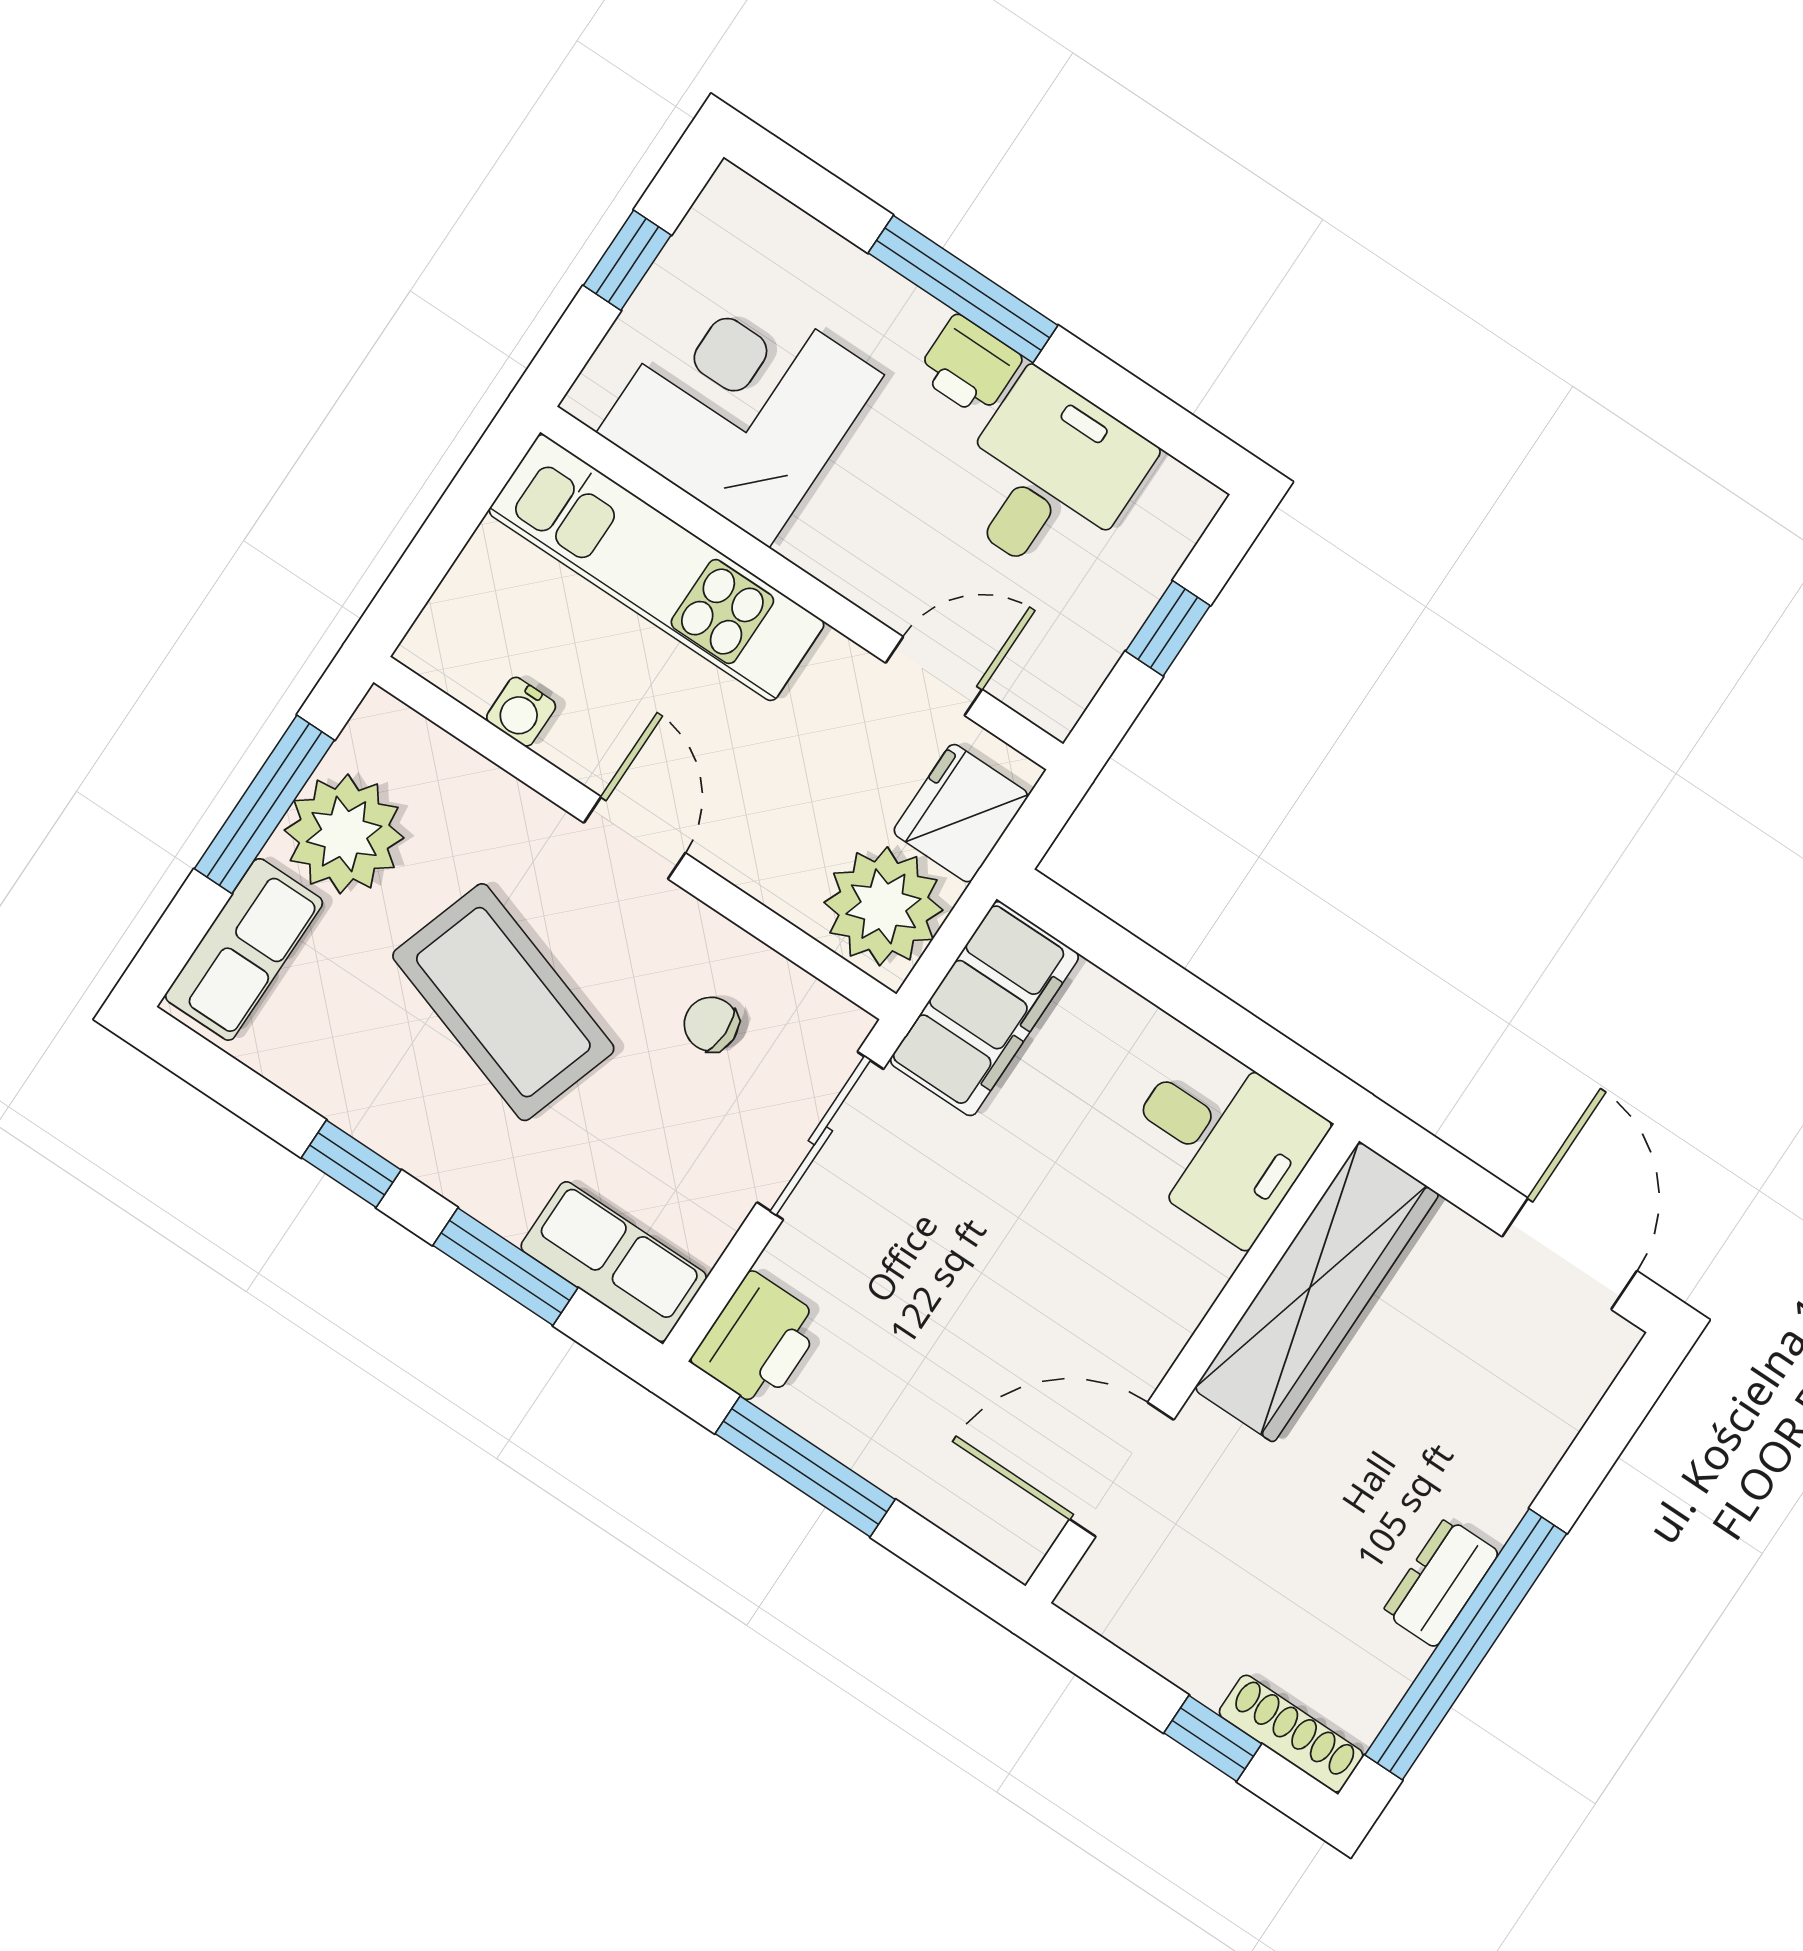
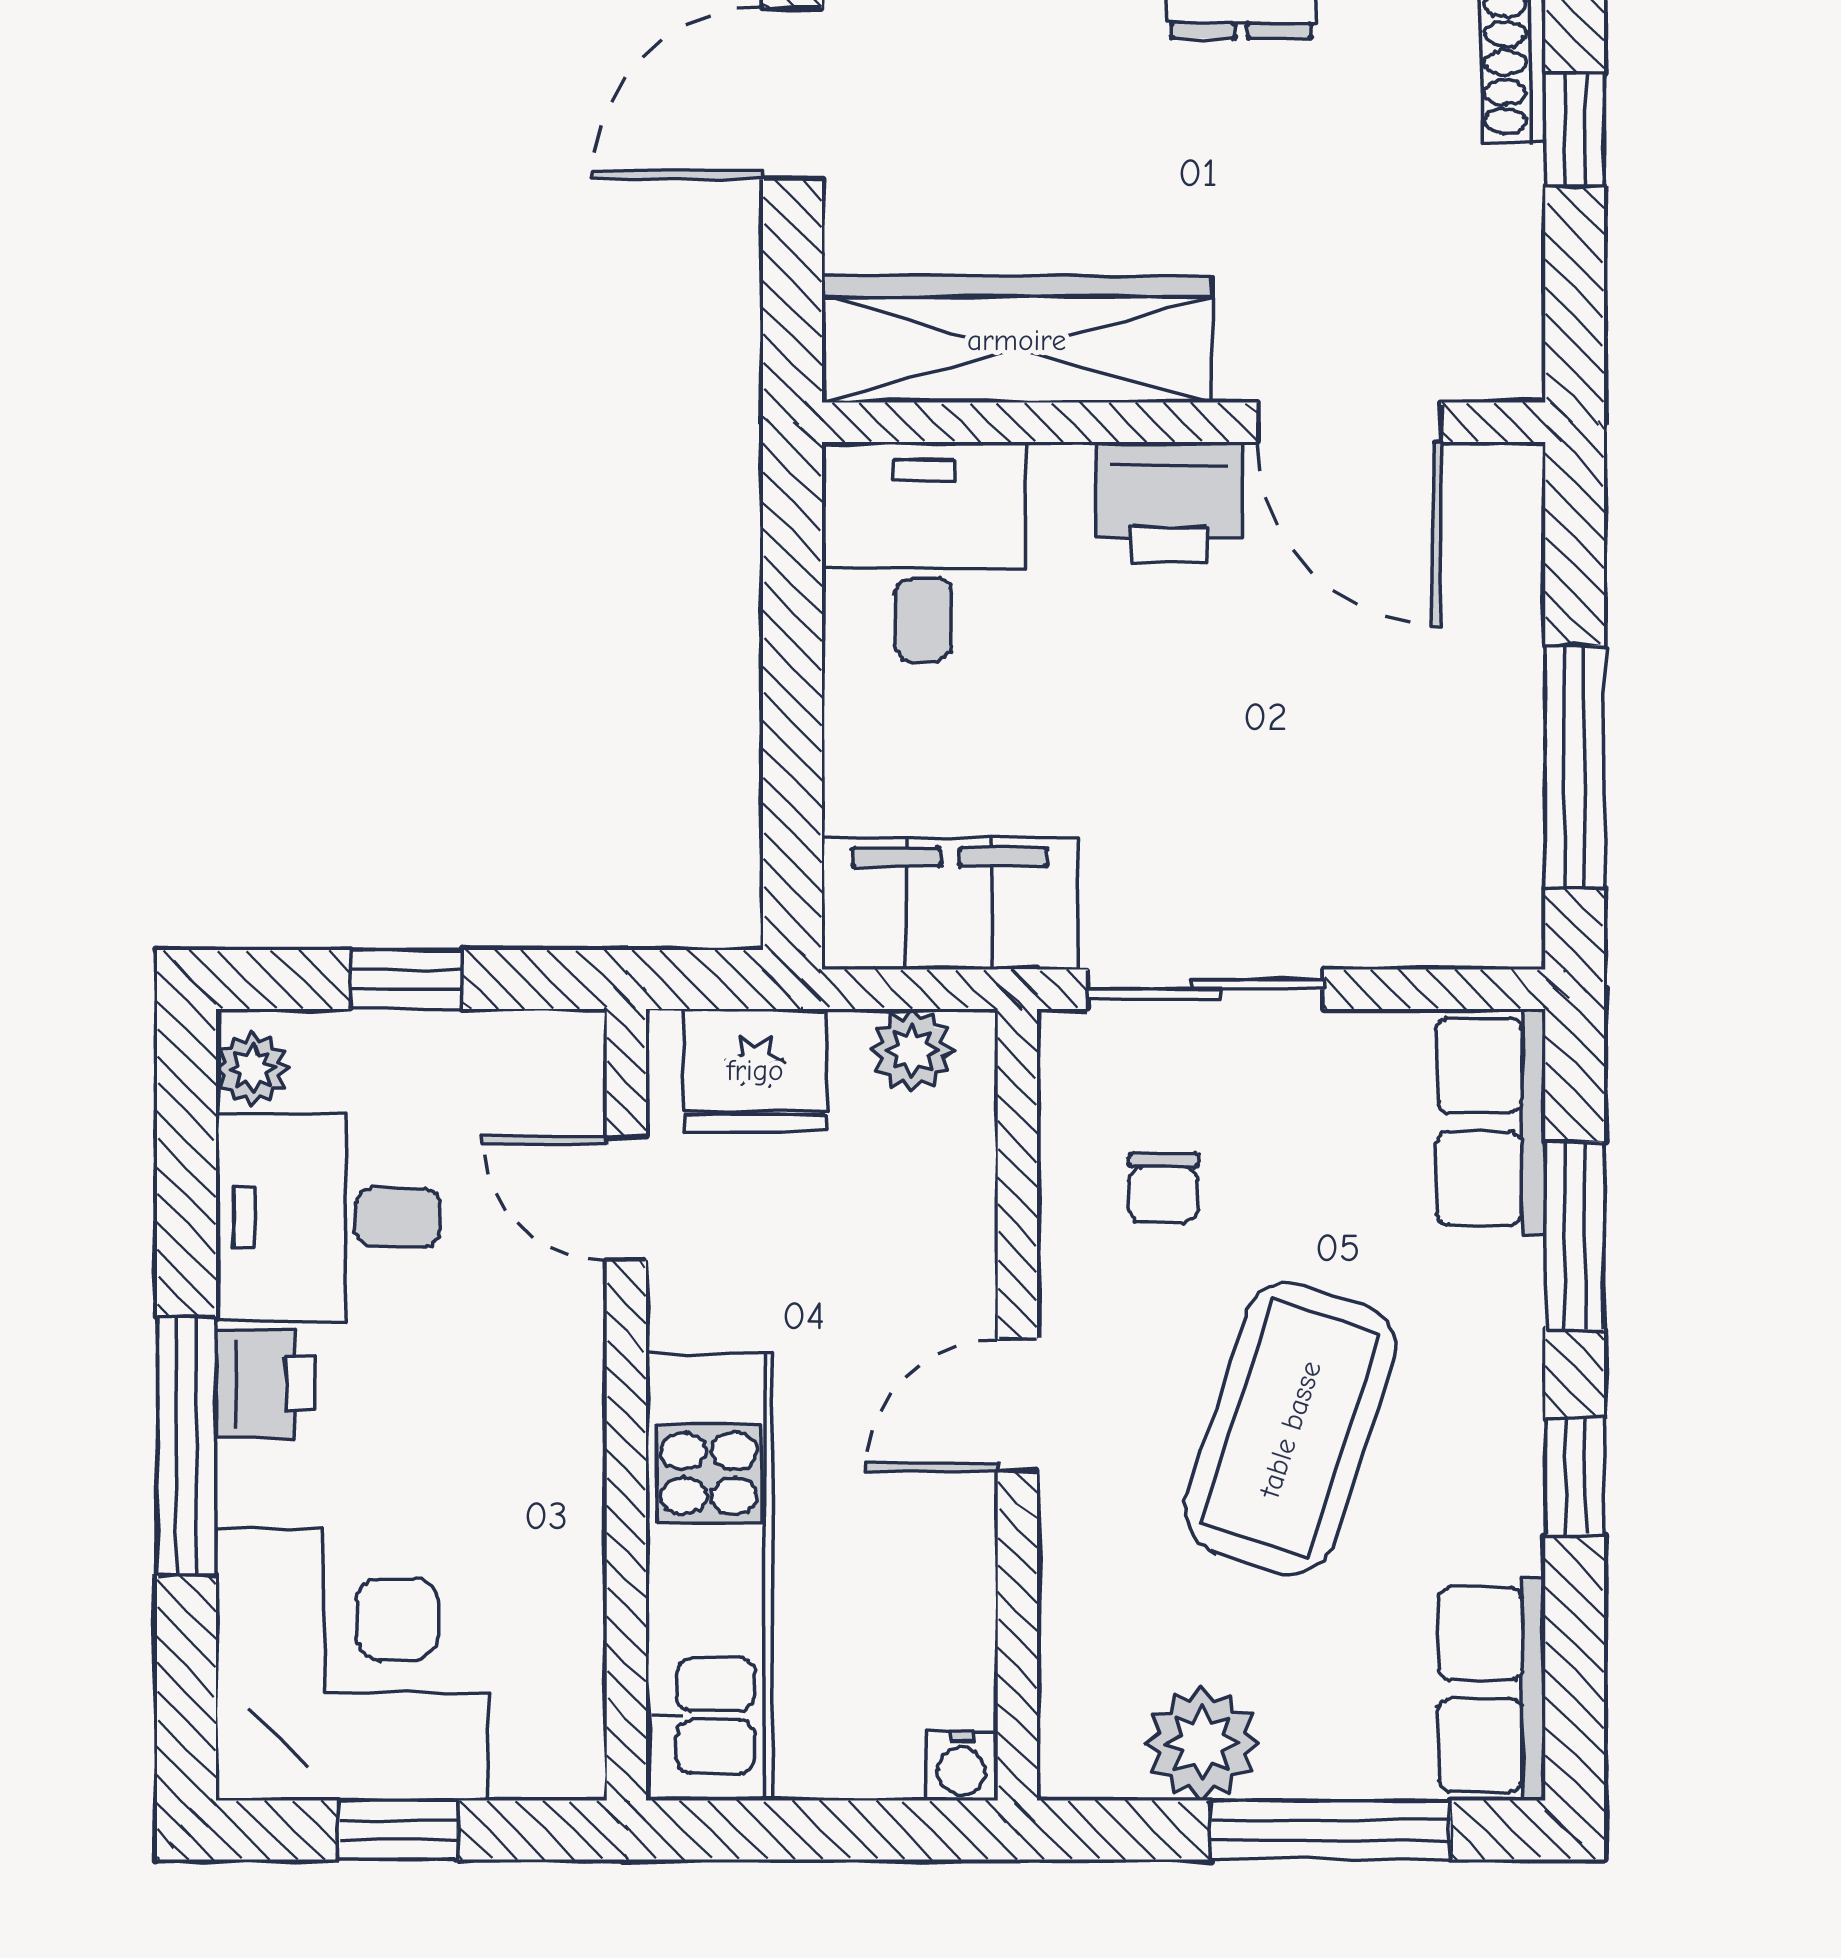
corner desk: (740, 404) -> (351, 1665), moved, turned 180
plant: (1176, 492) -> (252, 1069), added
water cooler: (521, 712) -> (962, 1766), moved, turned 90
window: (264, 804) -> (1330, 1830), moved
plant: (344, 834) -> (1202, 1743), width x0.73, depth x0.73
plant: (883, 906) -> (912, 1050), width x0.53, depth x0.53
row of seats: (244, 949) -> (1492, 1689), moved, turned -90
printer: (758, 1340) -> (1169, 502), moved, turned 180

